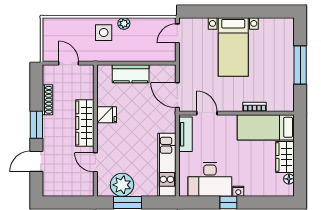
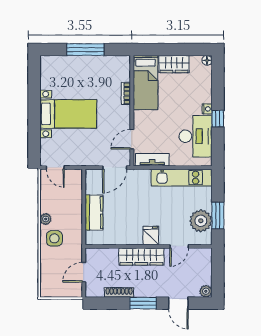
fridge: (107, 115) -> (151, 235), moved
floor lamp: (289, 179) -> (207, 60), moved
plant: (49, 190) -> (206, 291), added

